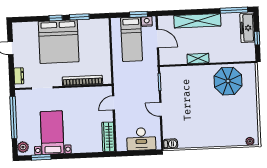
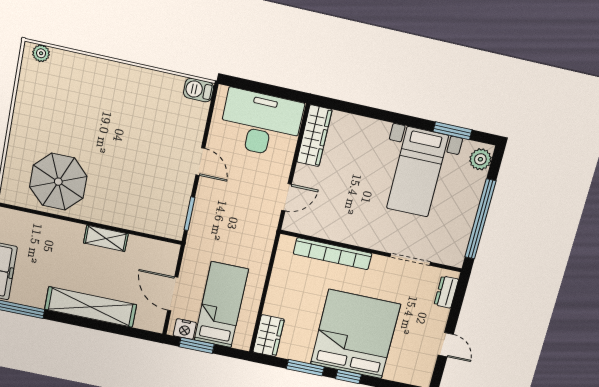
wardrobe: (103, 29) -> (269, 336), added
desk: (141, 139) -> (261, 123), width x1.36, depth x1.30

